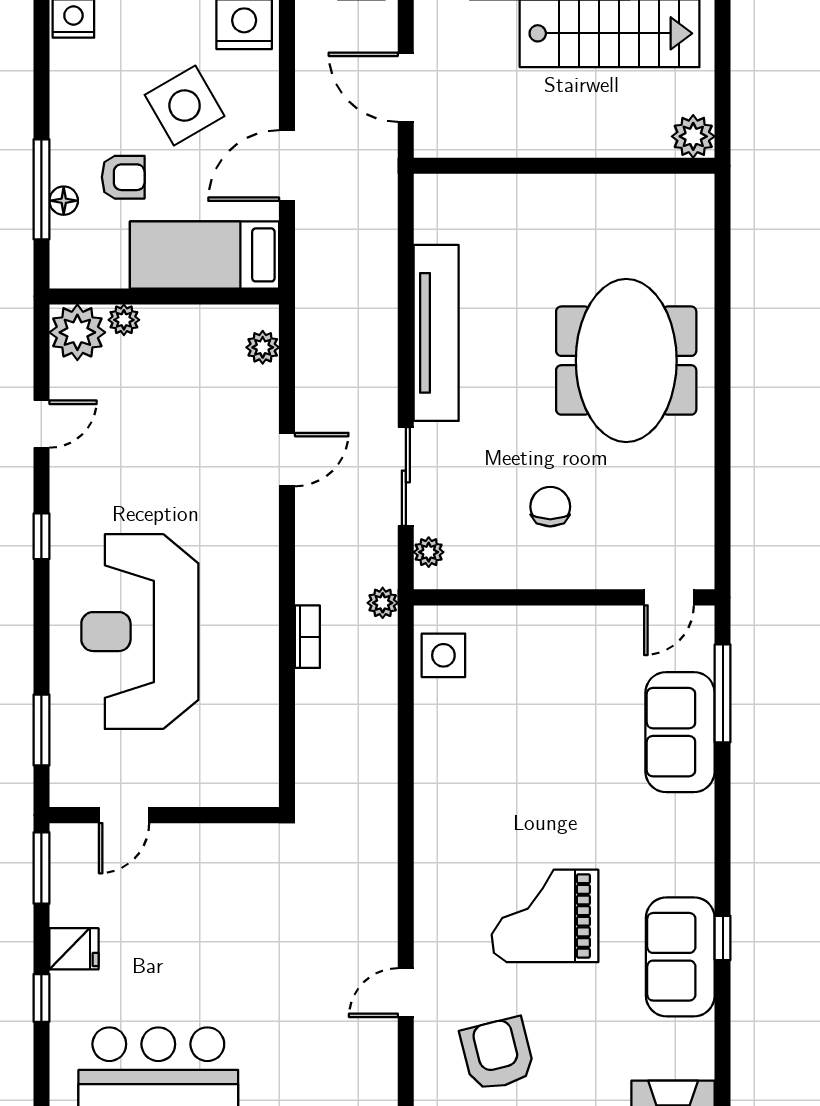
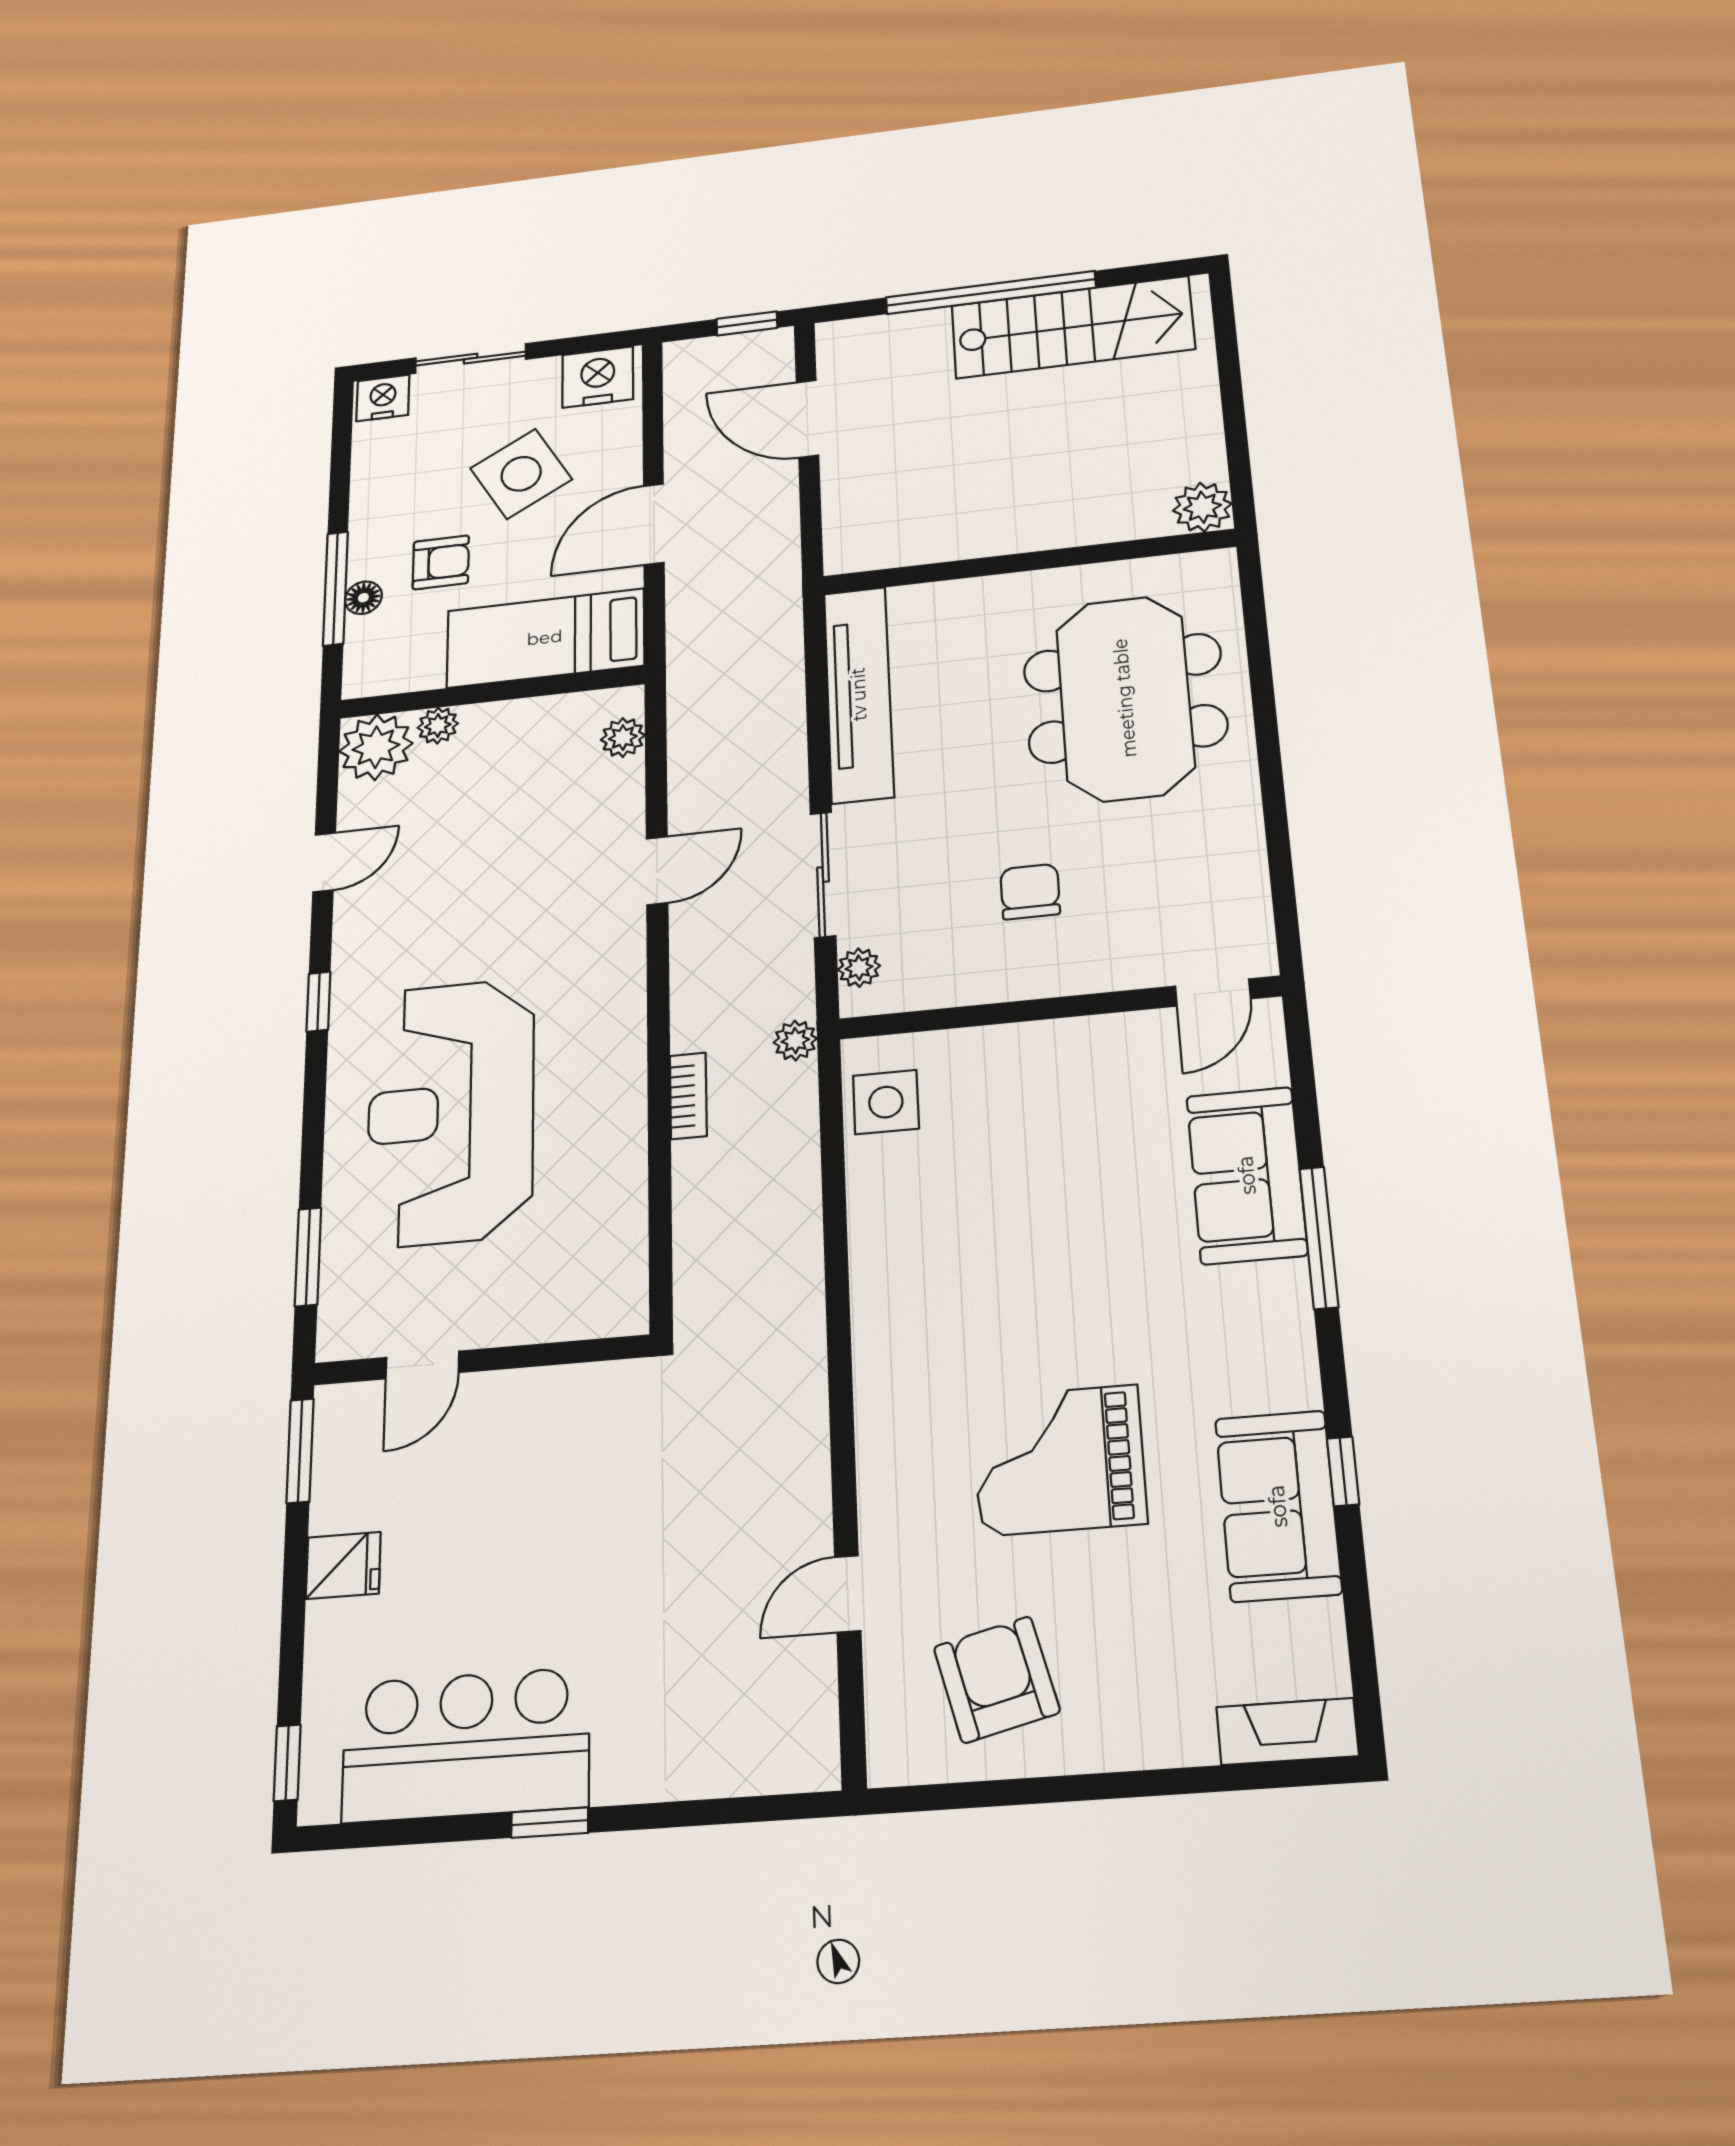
plant: (693, 136) -> (1202, 507), moved
wall: (564, 166) -> (1028, 562), moved
window: (723, 693) -> (1319, 1237), moved
window: (41, 998) -> (287, 1763), moved

